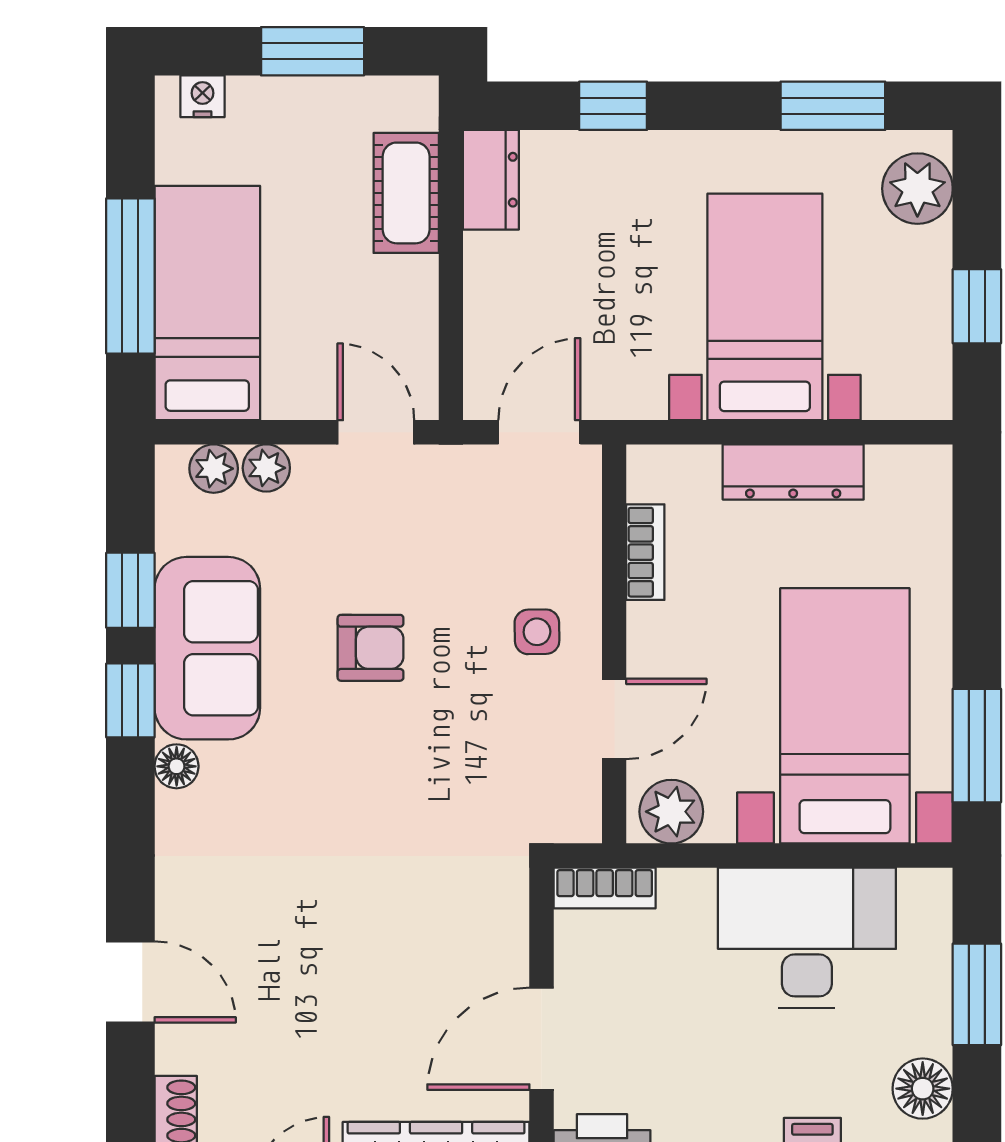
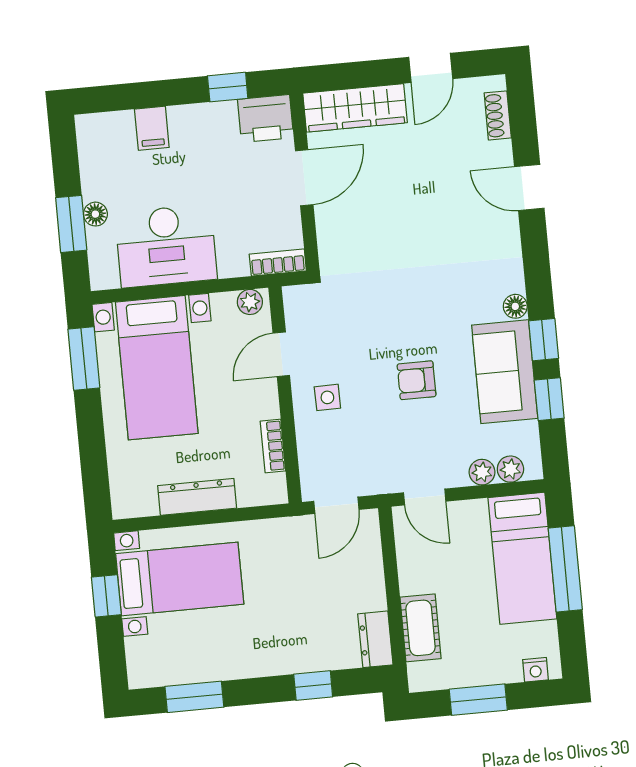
plant: (917, 189) -> (144, 656), removed
bed with nightstands: (765, 307) -> (180, 579), moved, turned -90
plant: (671, 812) -> (250, 302), width x0.73, depth x0.73
floor lamp: (923, 1089) -> (95, 214), moved, width x0.73, depth x0.73

